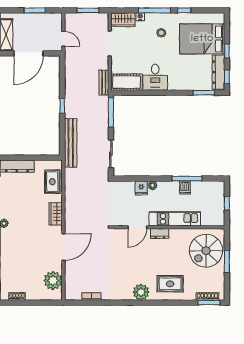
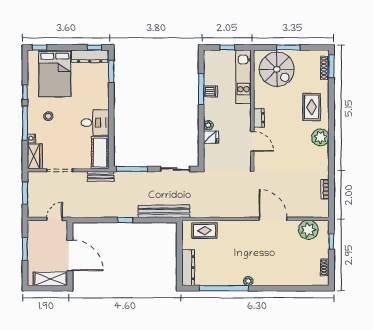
window: (227, 51) -> (40, 47), moved
wardrobe: (56, 214) -> (238, 227), removed
kitchen unit: (175, 219) -> (243, 77), moved
window: (42, 303) -> (331, 242), added

